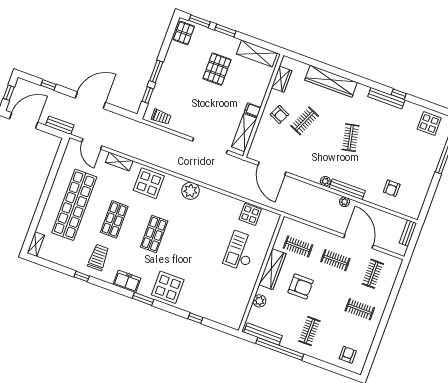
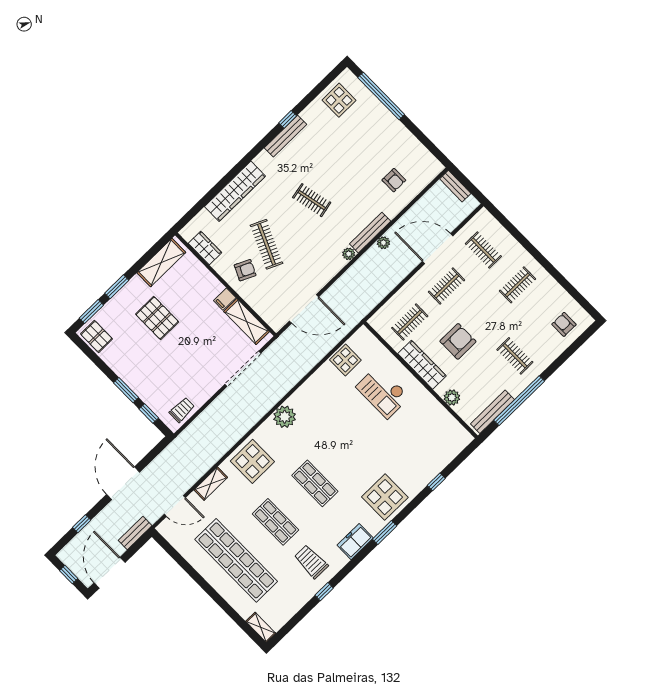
clothes rail: (305, 121) -> (267, 244), width x1.36

